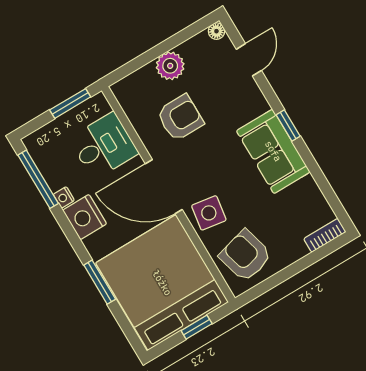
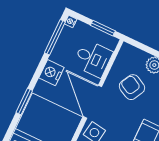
armchair: (180, 118) -> (132, 87), turned -152
nightstand: (64, 197) -> (71, 21), moved

